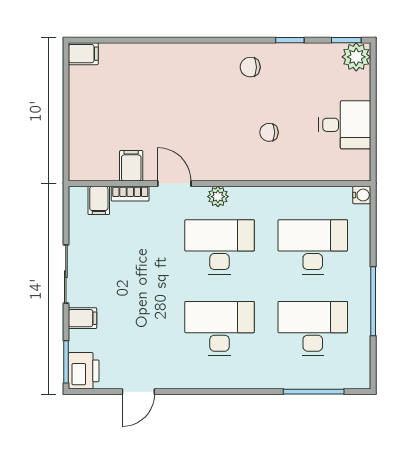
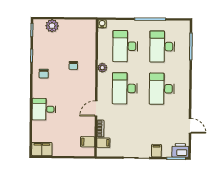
filing cabinet: (83, 54) -> (42, 149), width x2.00
plant: (356, 57) -> (52, 26), moved
desk: (345, 125) -> (44, 109), moved, turned -90
filing cabinet: (131, 166) -> (88, 142), moved
plant: (218, 197) -> (102, 68), moved

